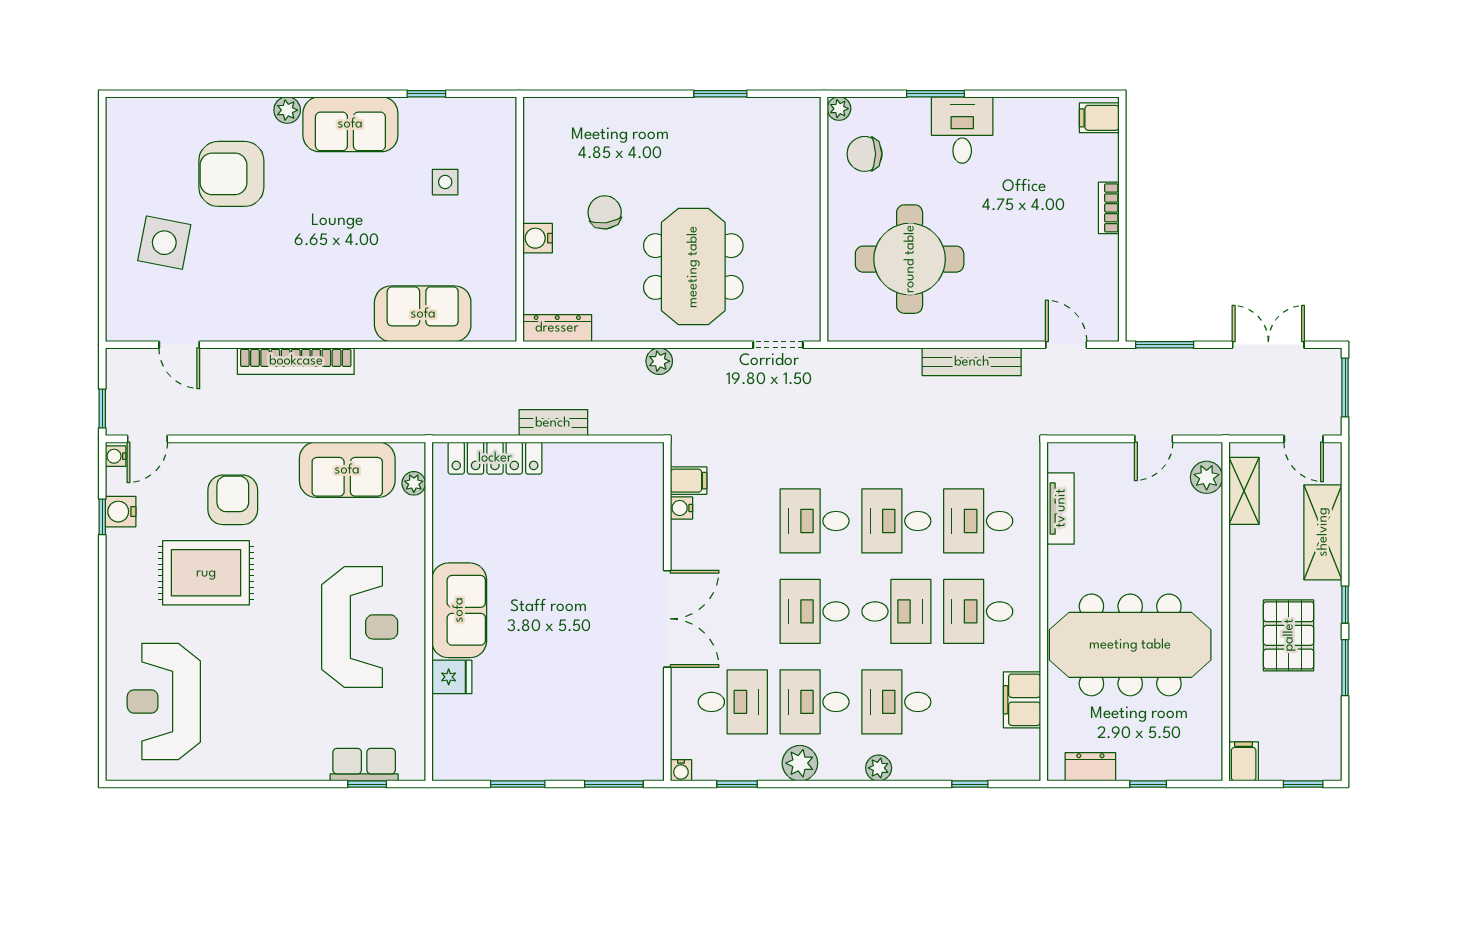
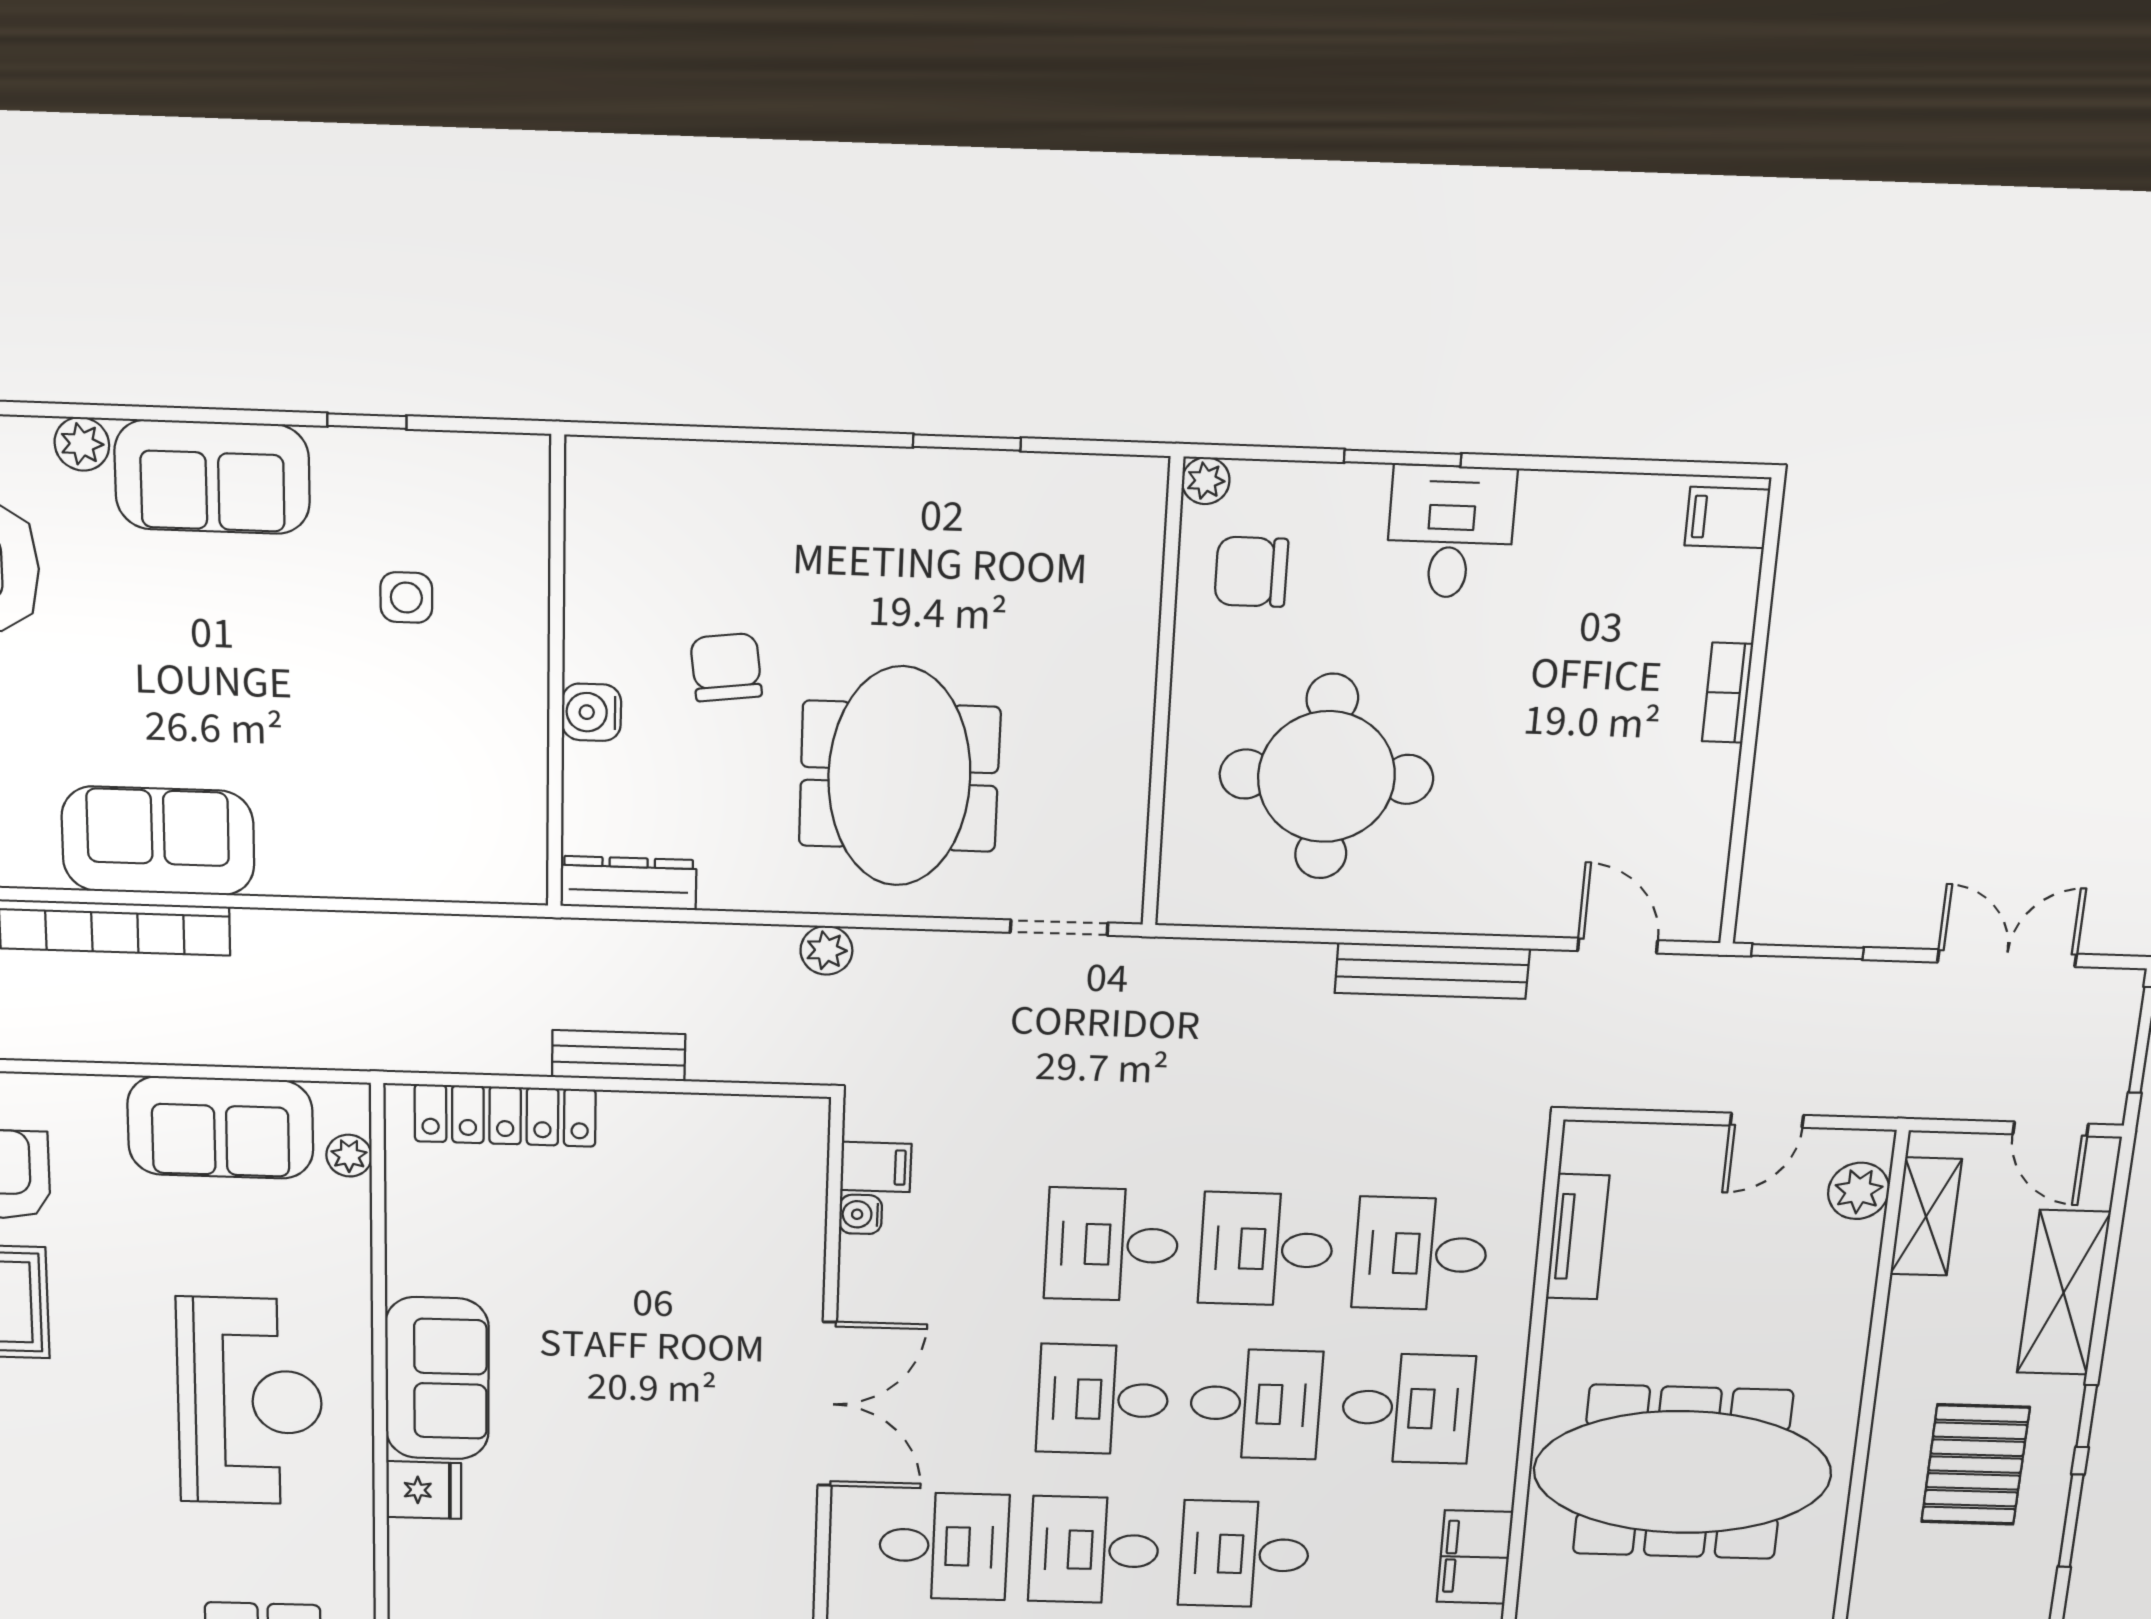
sofa: (423, 314) -> (158, 841), moved
desk: (978, 611) -> (1407, 1408), turned 180

